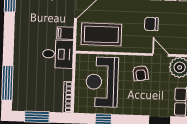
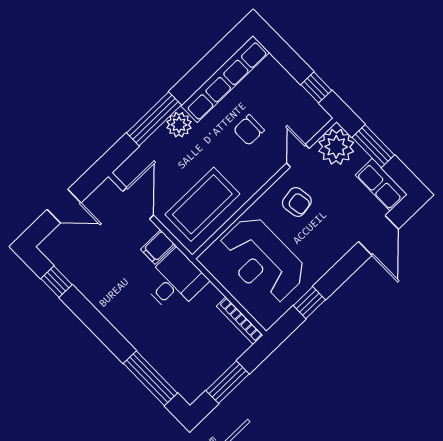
door: (160, 55) -> (298, 156), hinge flipped

